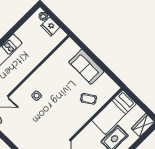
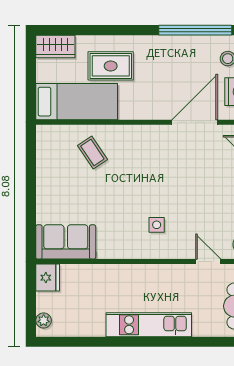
fridge: (50, 27) -> (48, 278), moved
sofa: (86, 67) -> (66, 242), moved, turned -90

